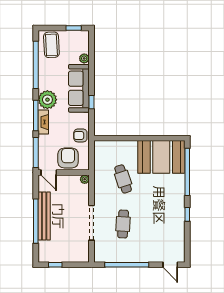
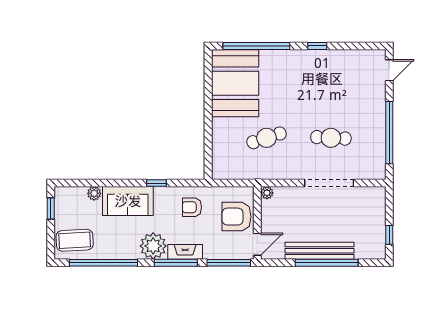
sofa: (79, 88) -> (128, 201), width x0.73
armchair: (80, 135) -> (192, 207), moved, turned 90

